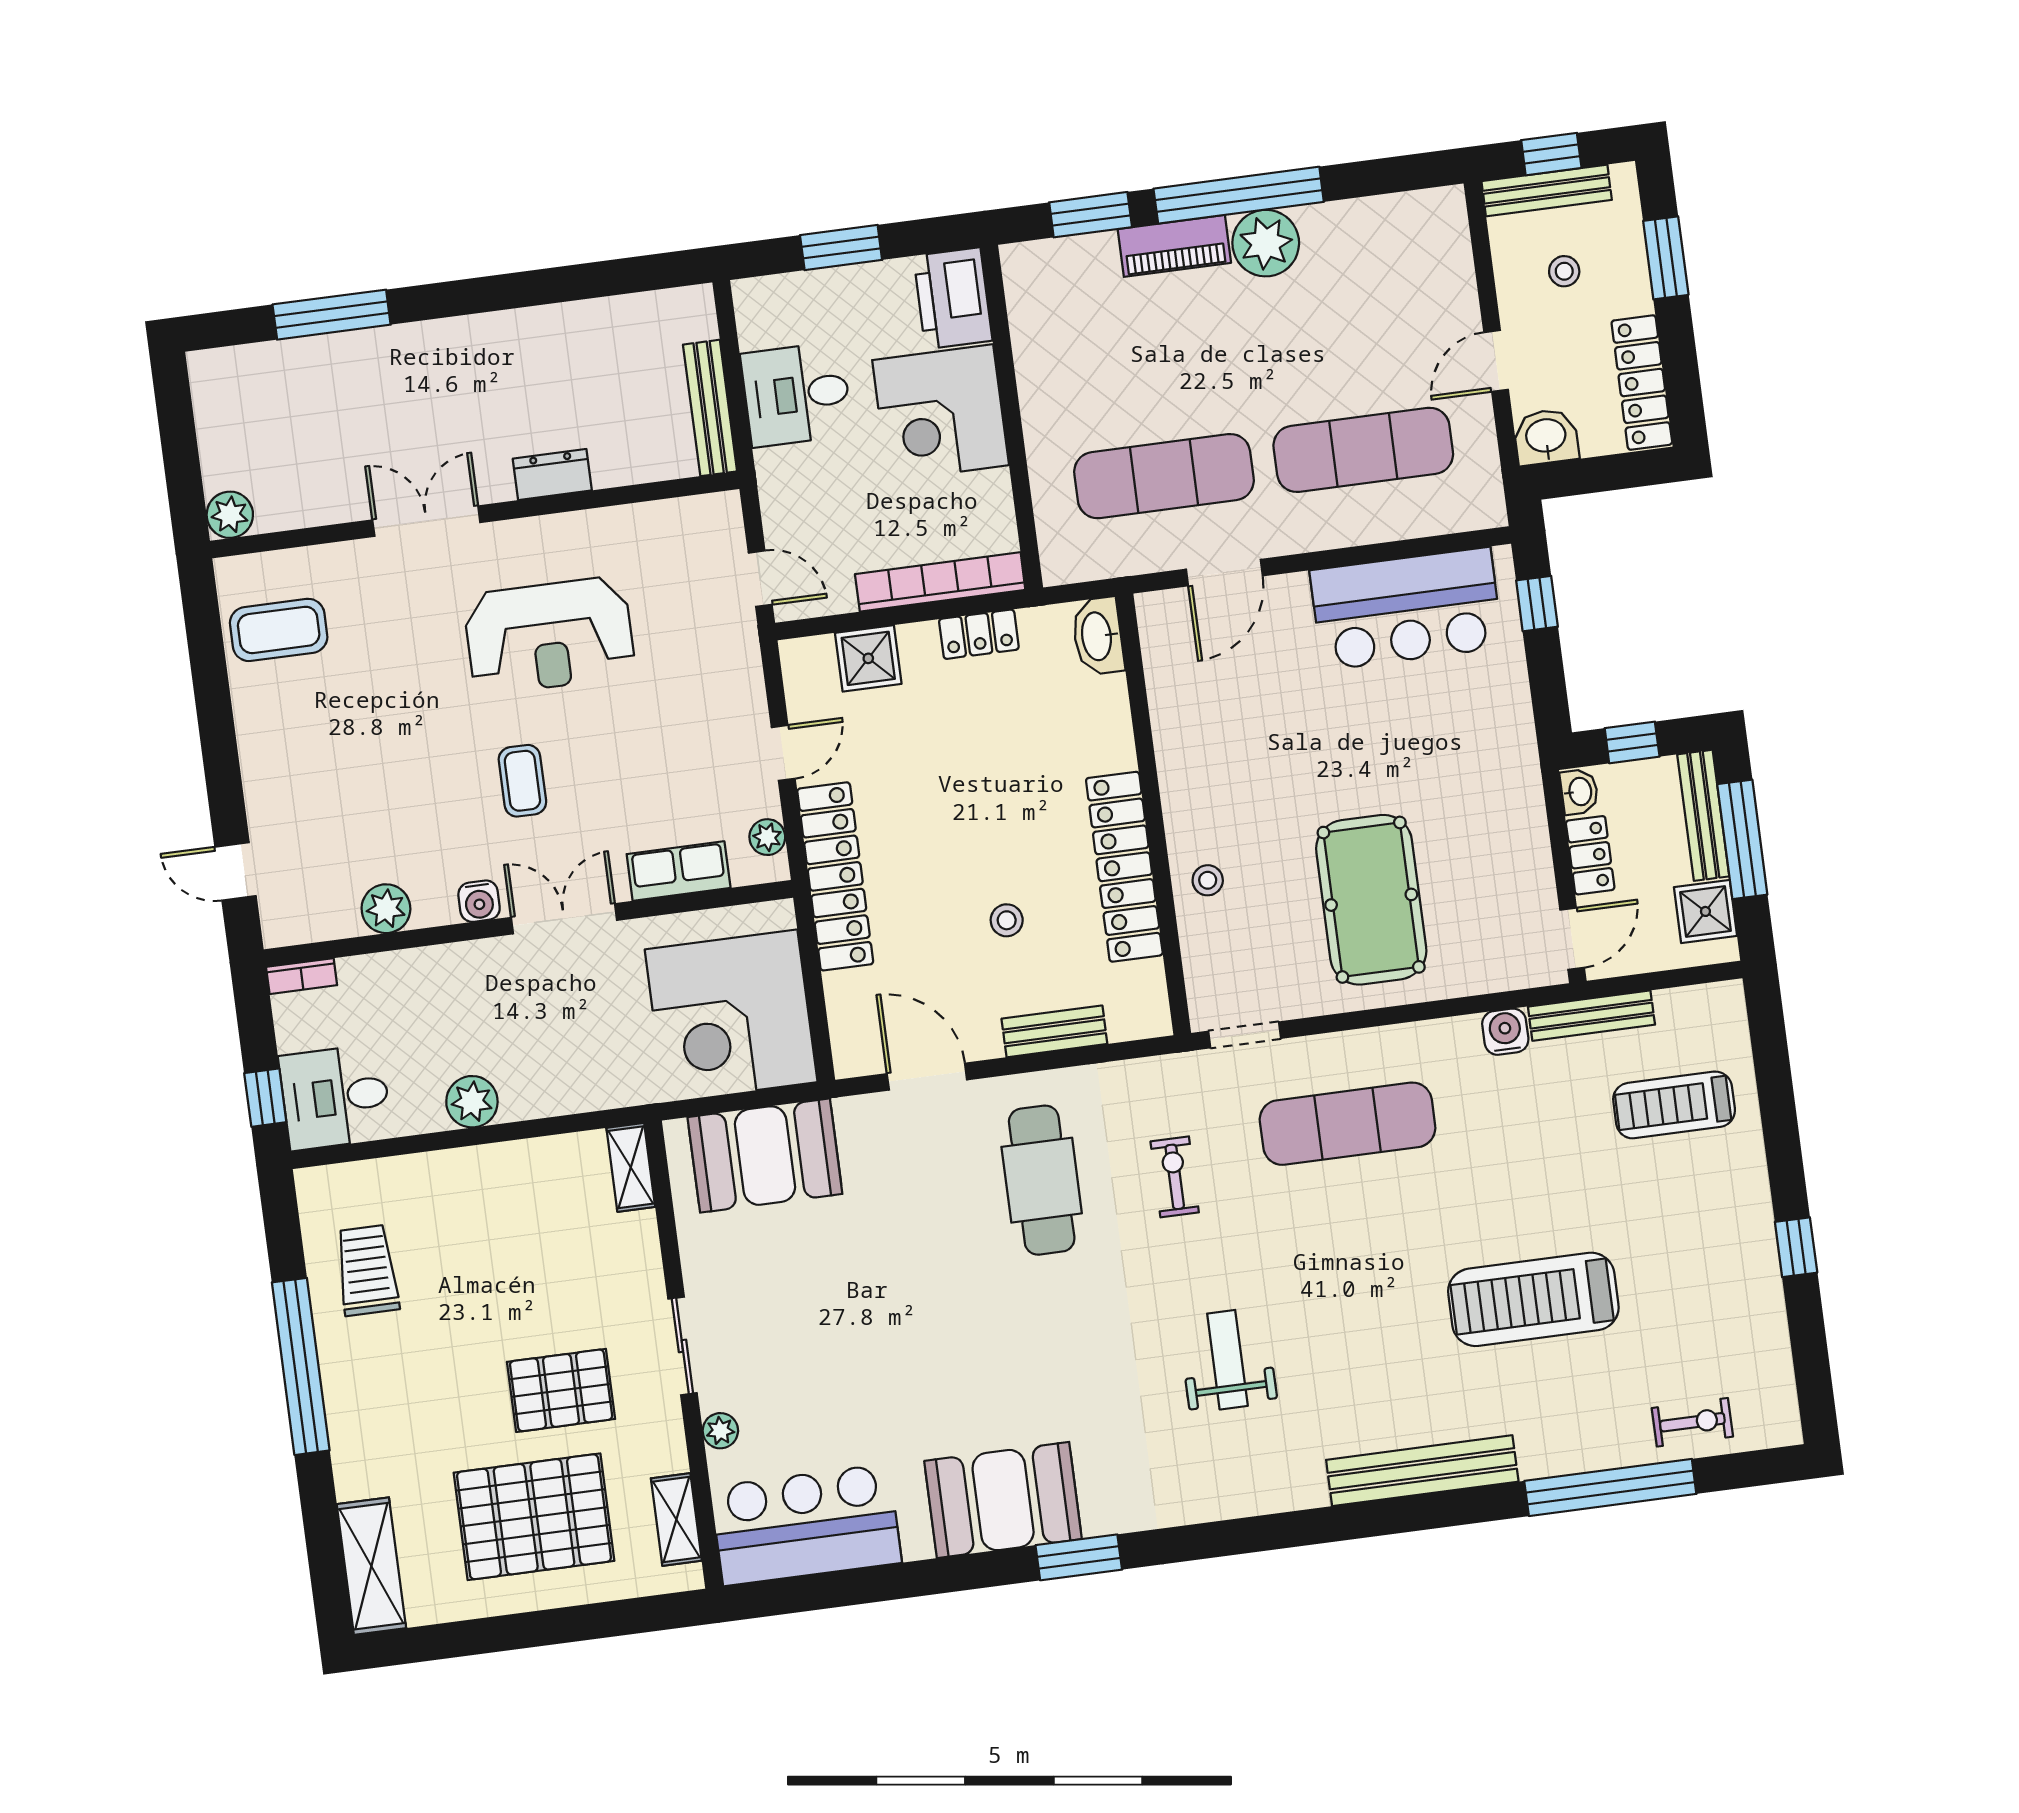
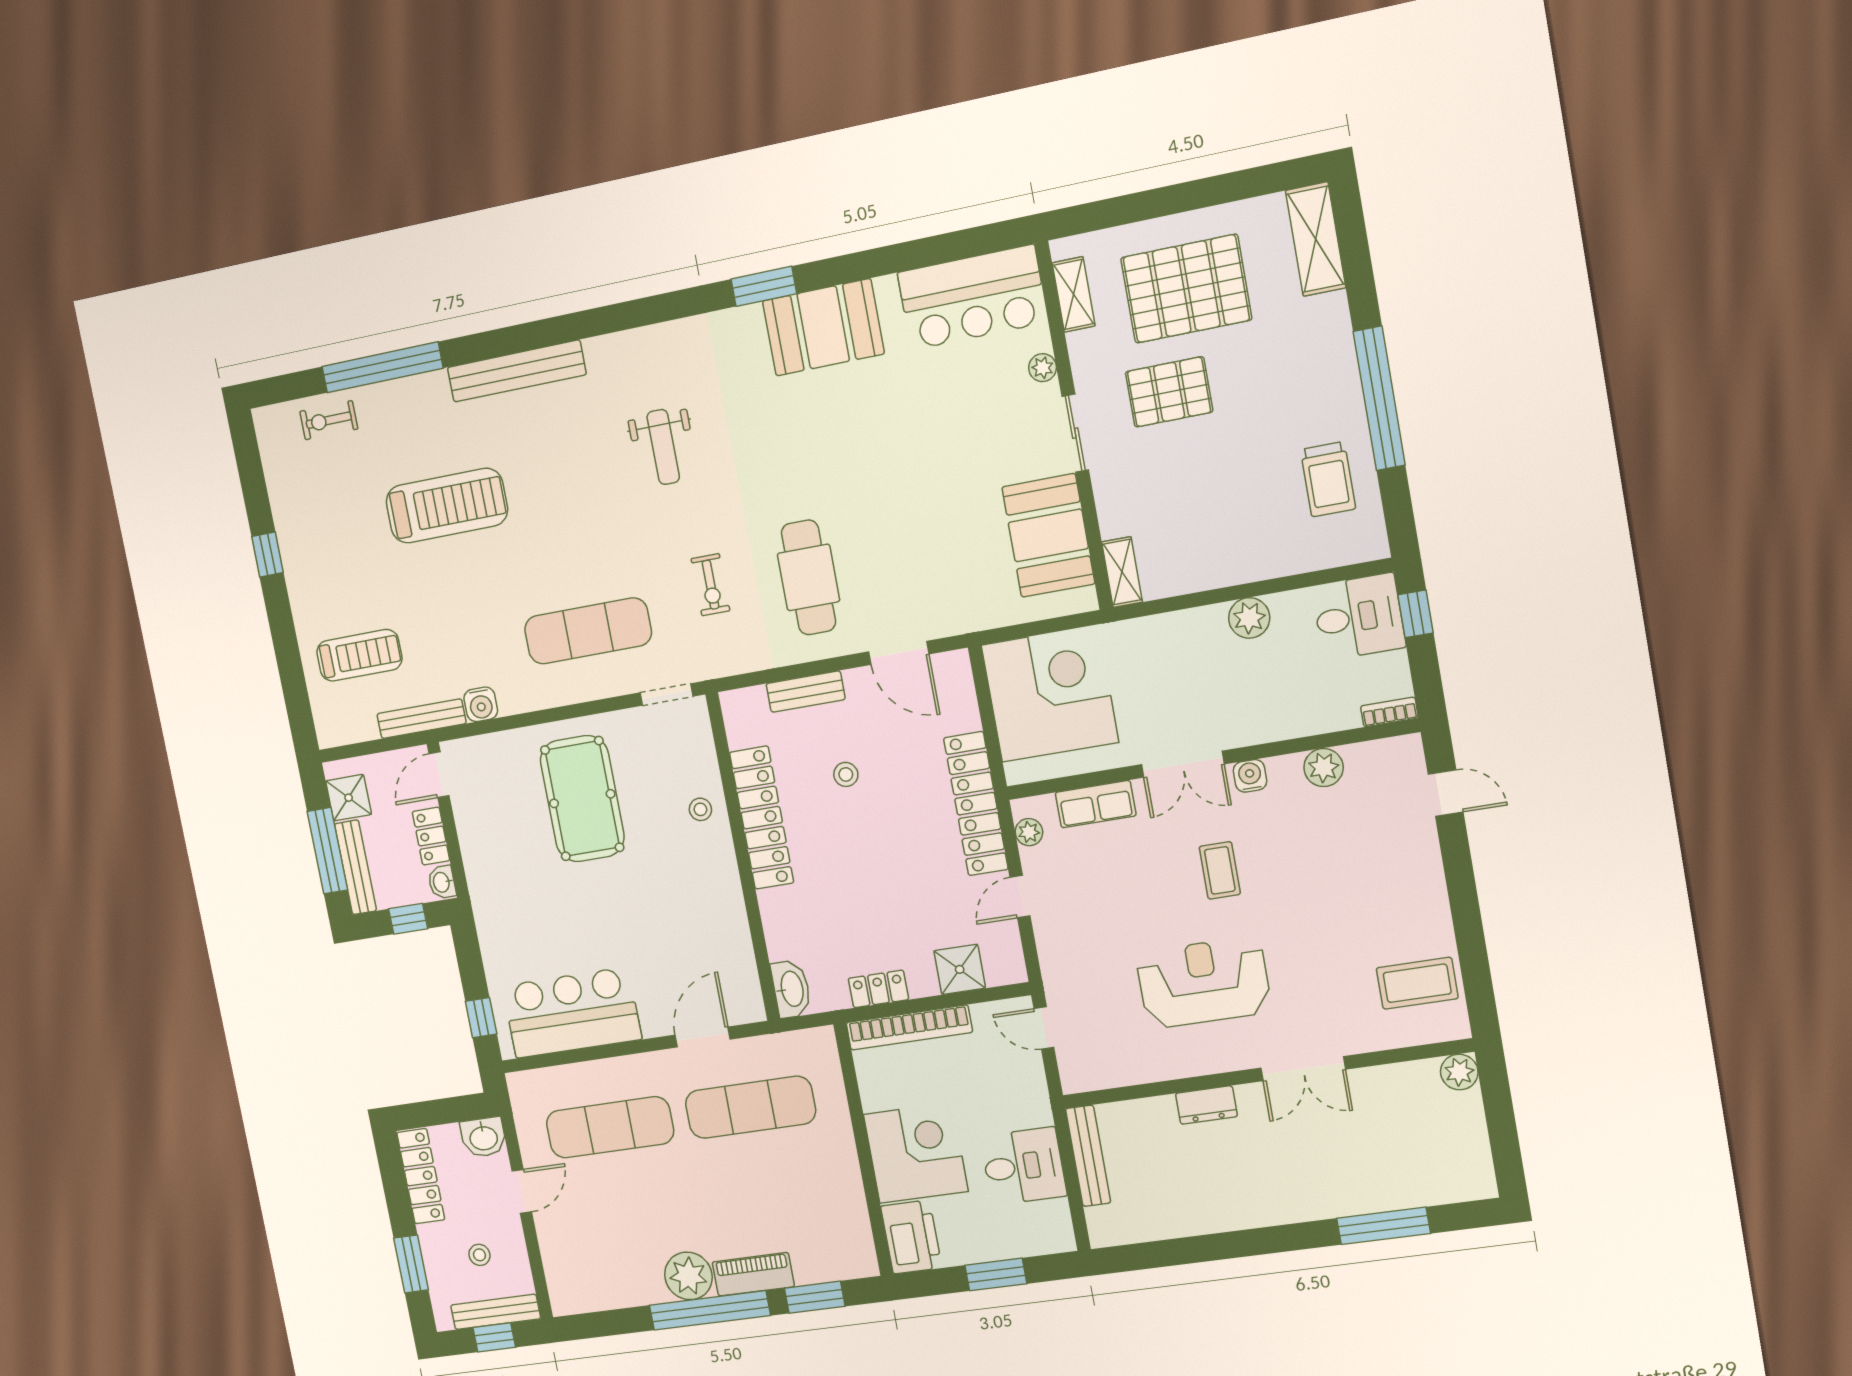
booth: (765, 1156) -> (1048, 535), moved, turned 90

